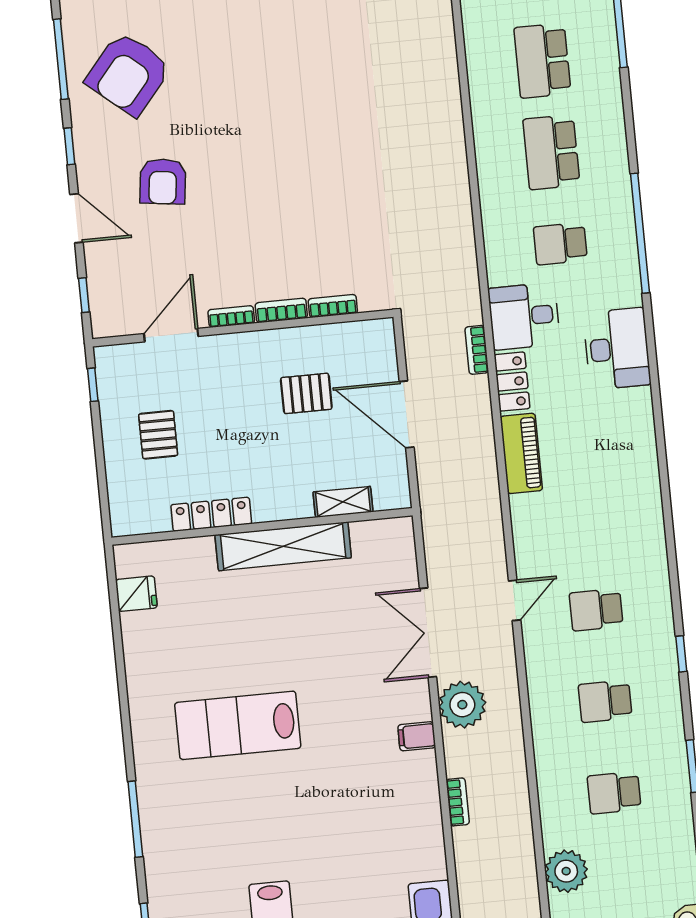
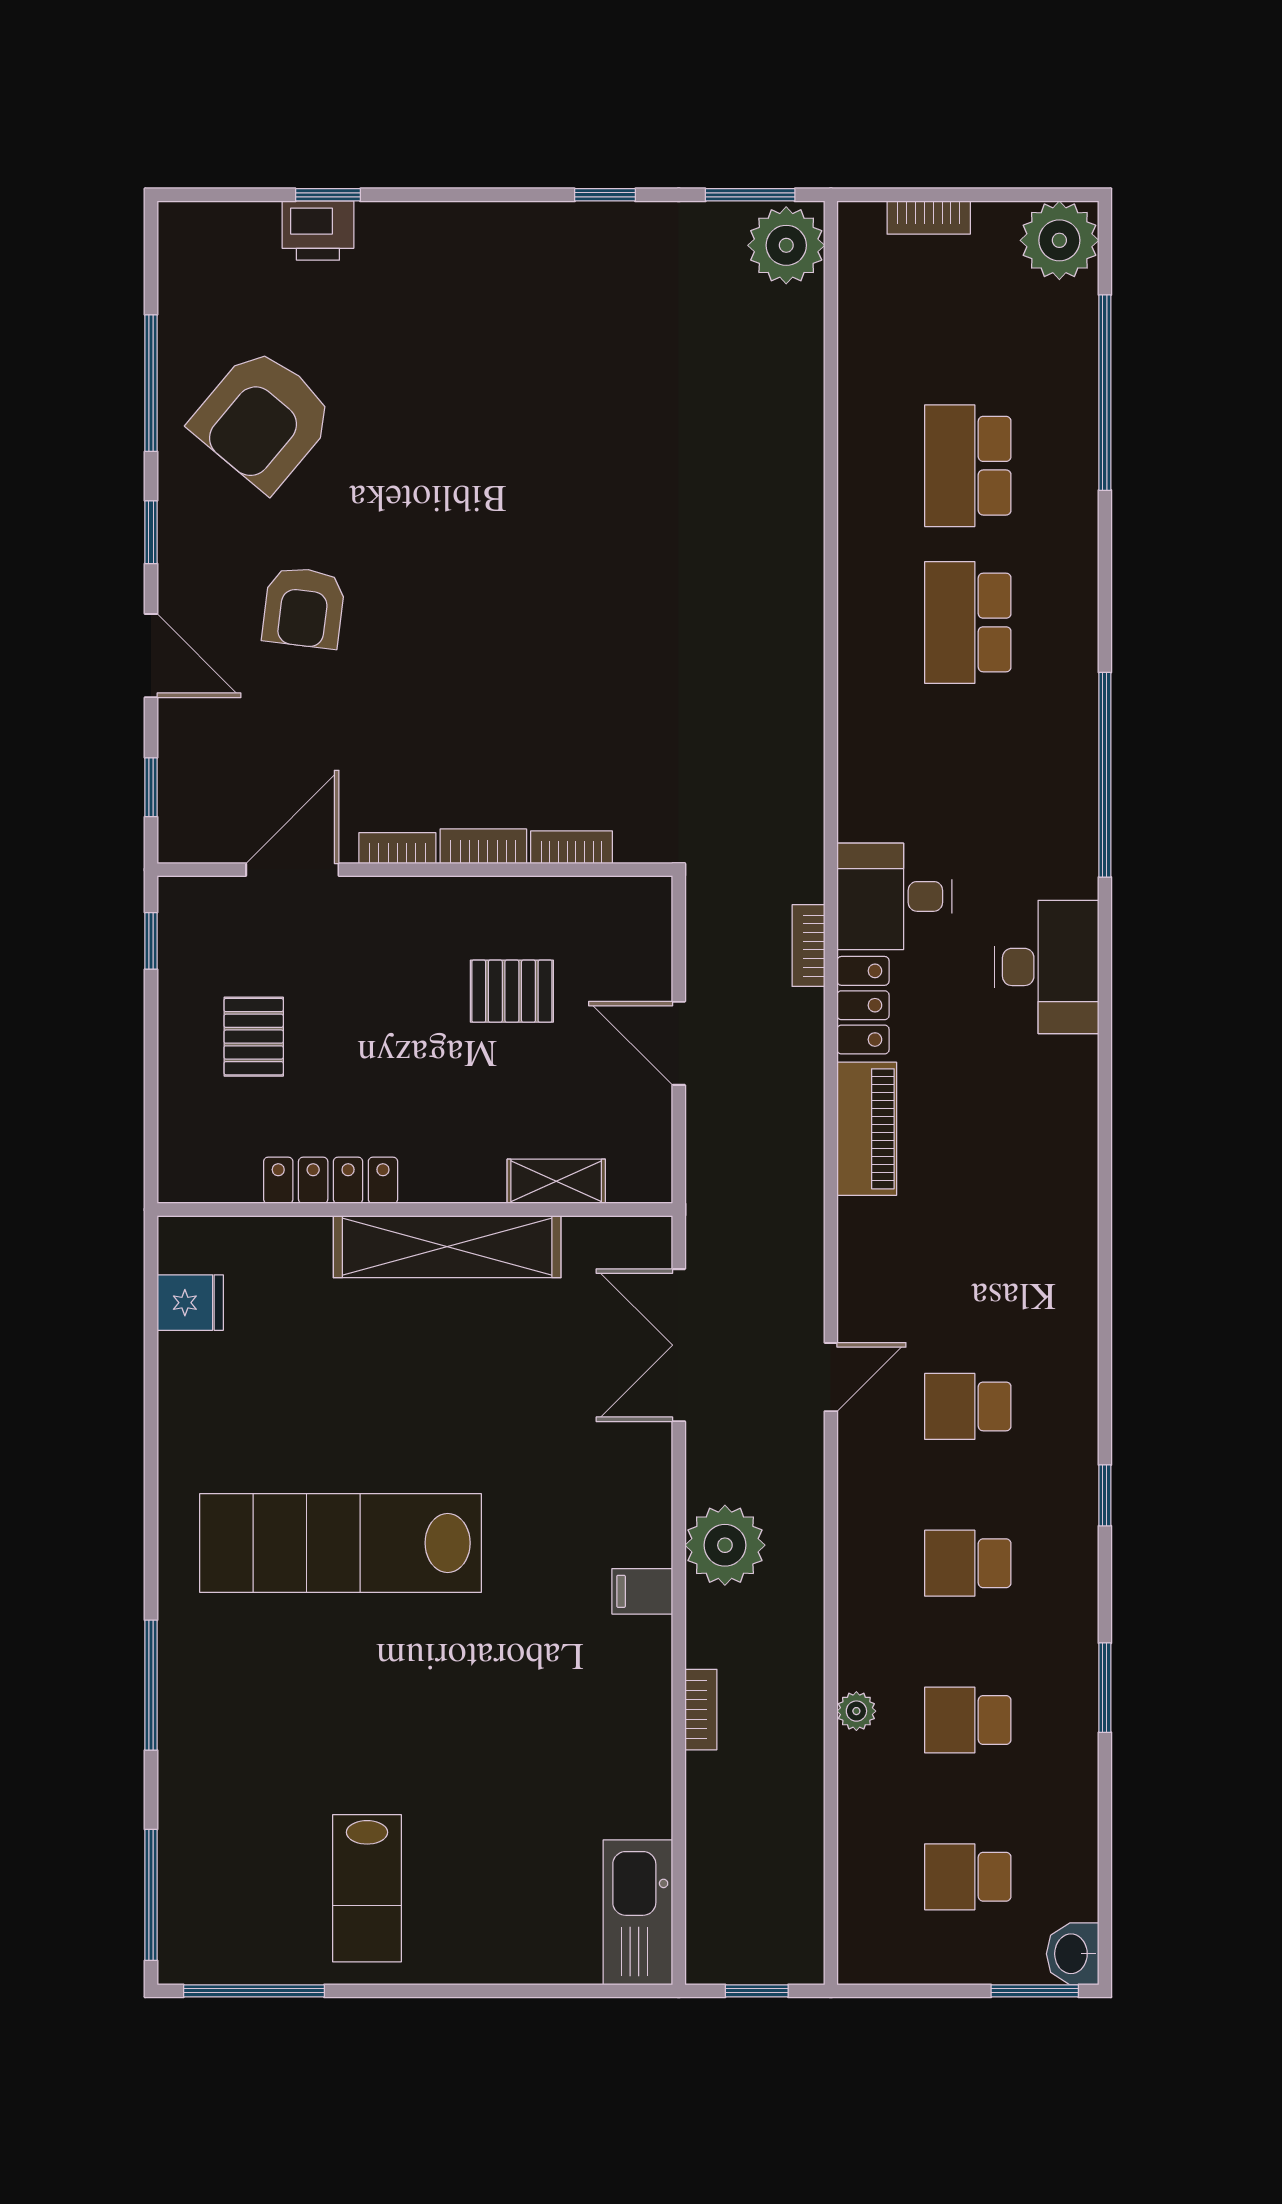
school desk: (560, 244) -> (968, 1877), moved
door: (407, 414) -> (679, 1043), width x0.73
double door: (428, 633) -> (679, 1345), moved
lab bench: (238, 725) -> (340, 1543), width x1.36
plant: (566, 871) -> (856, 1711), moved, width x0.53, depth x0.53

